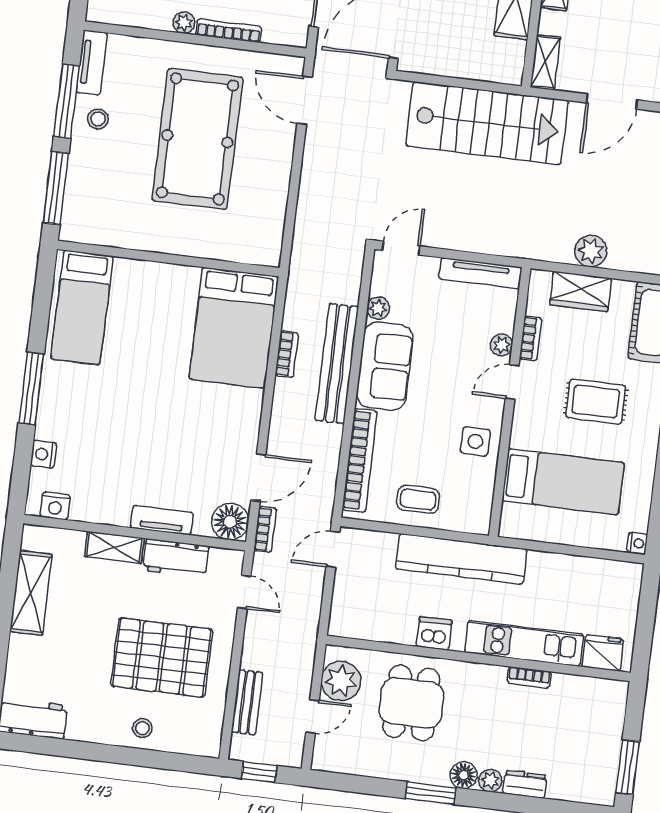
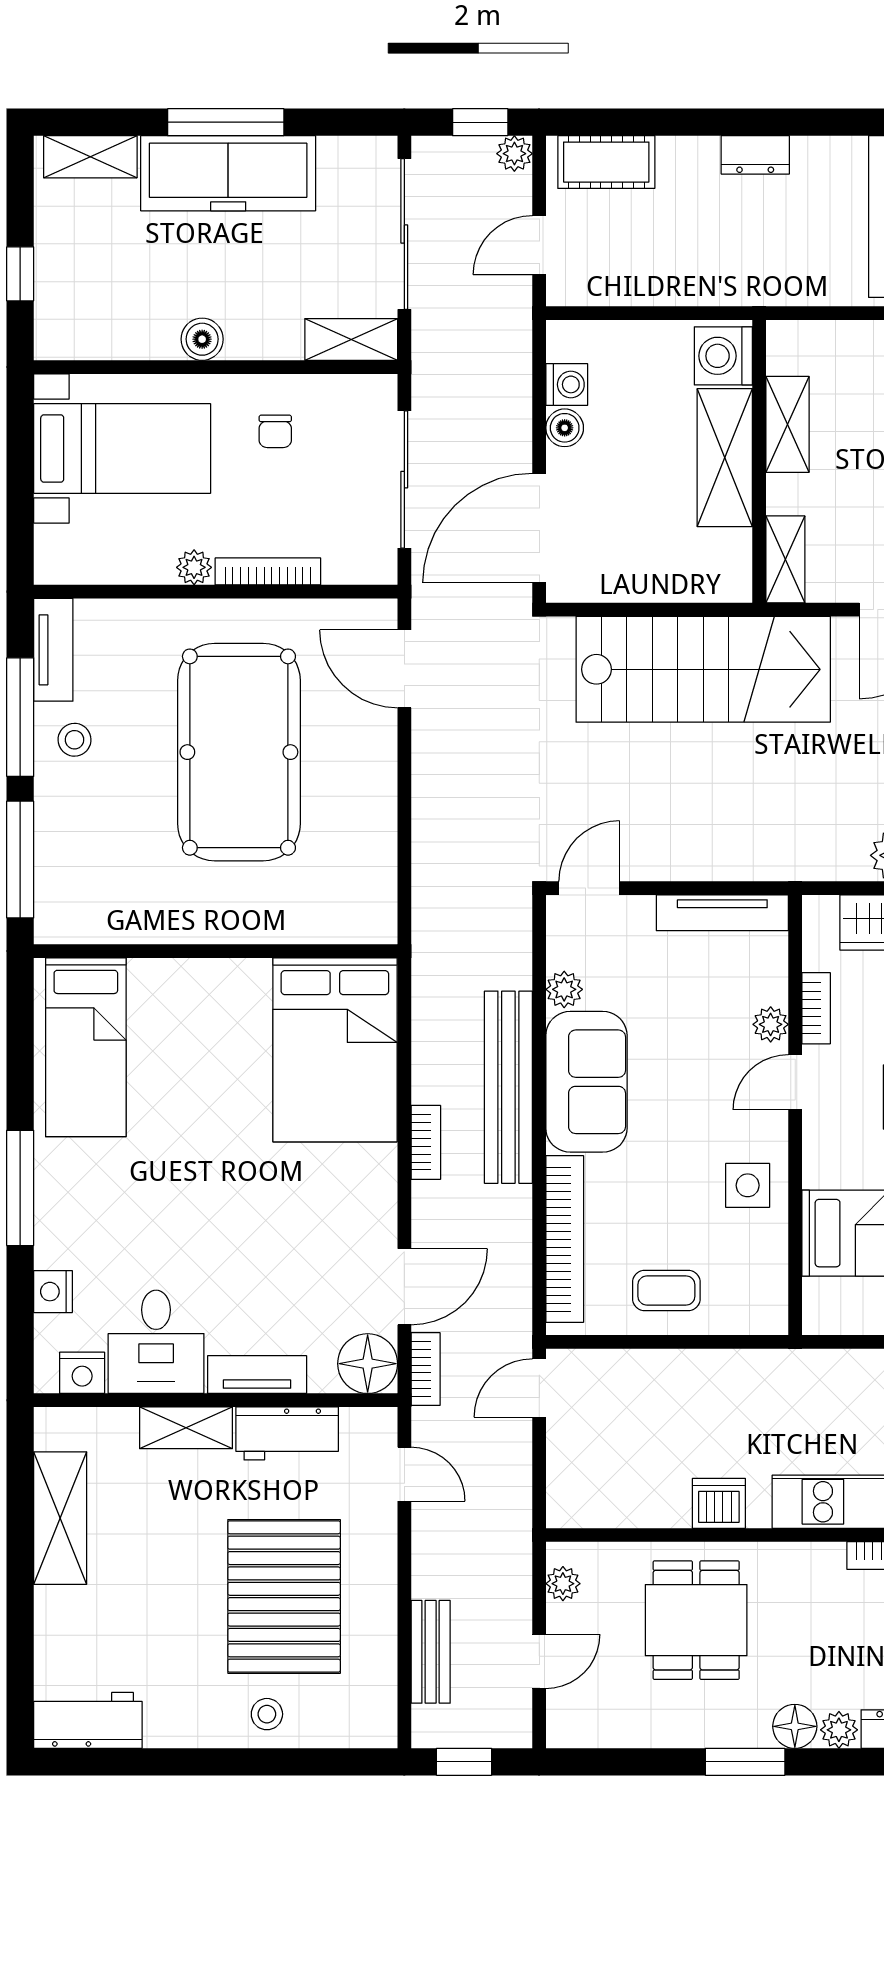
bookcase: (287, 354) -> (426, 1142), moved
desk: (103, 493) -> (156, 1342), added
kitchen counter: (461, 559) -> (748, 1378), removed
pallet: (162, 658) -> (284, 1596), turned 90
plant: (341, 681) -> (563, 1584), width x0.53, depth x0.53

